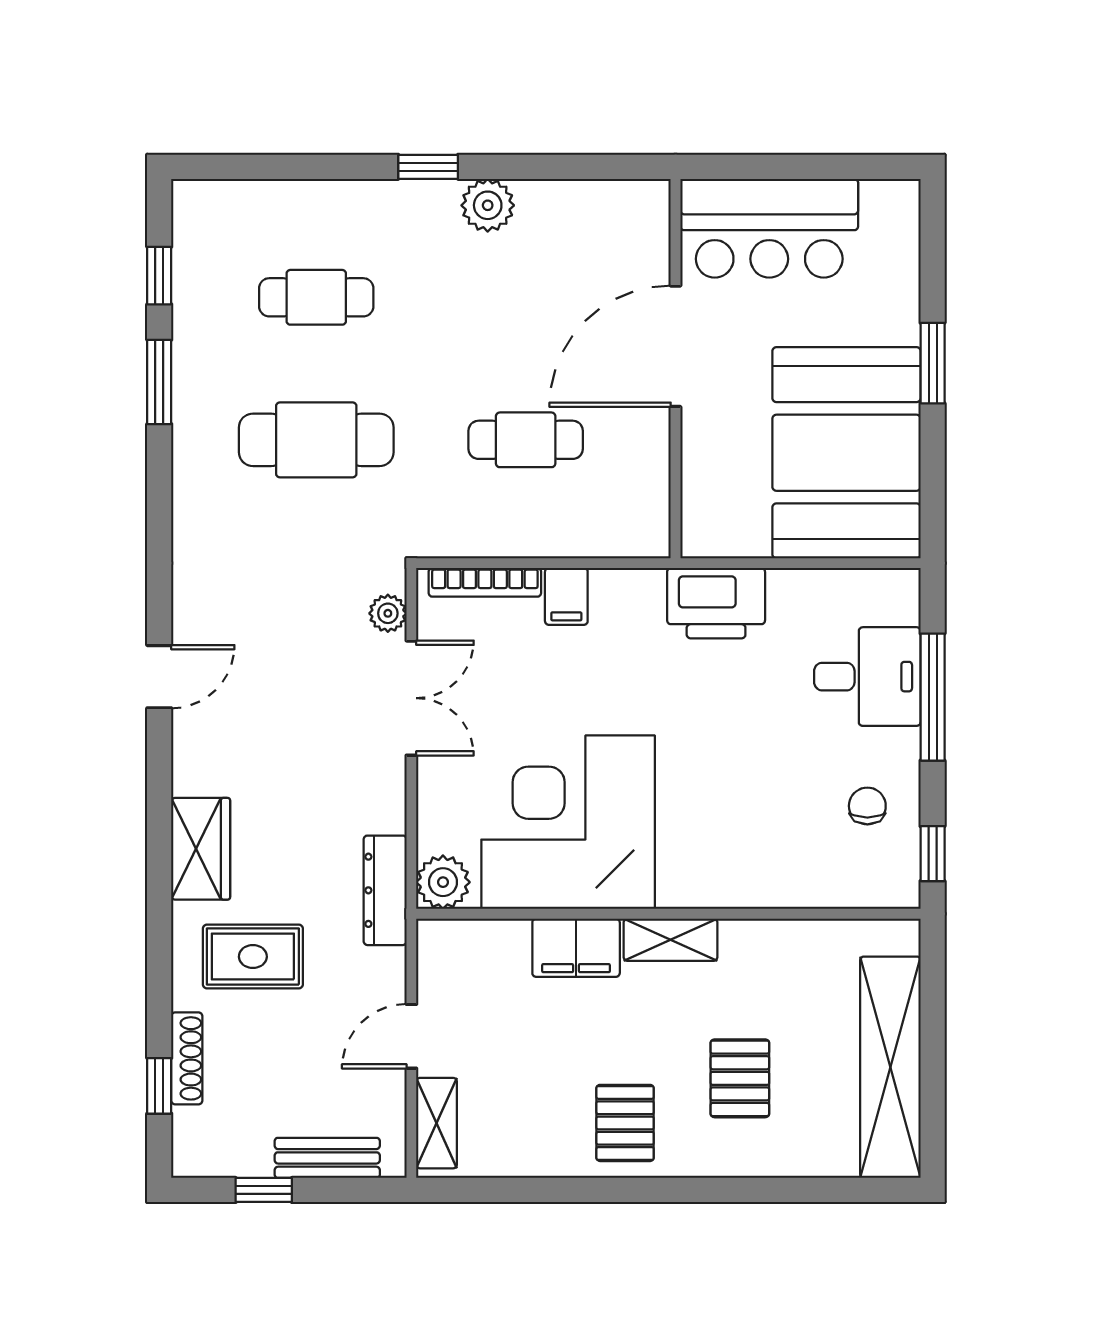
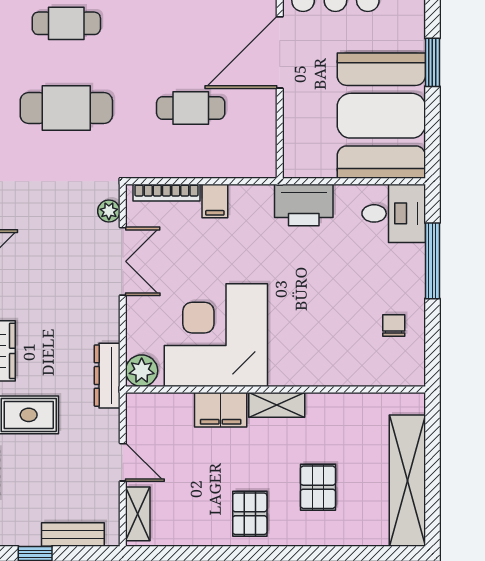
desk: (867, 677) -> (394, 213), moved
window: (933, 854) -> (432, 354), removed
door: (411, 1036) -> (123, 462), swing flipped

